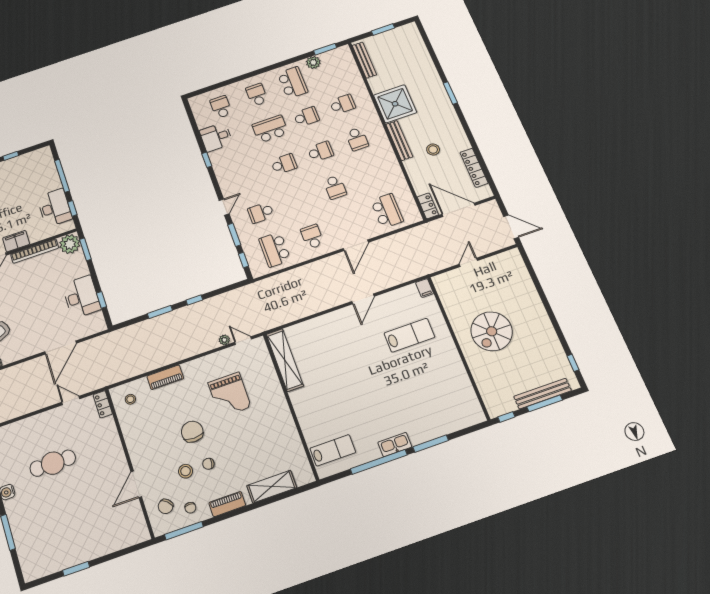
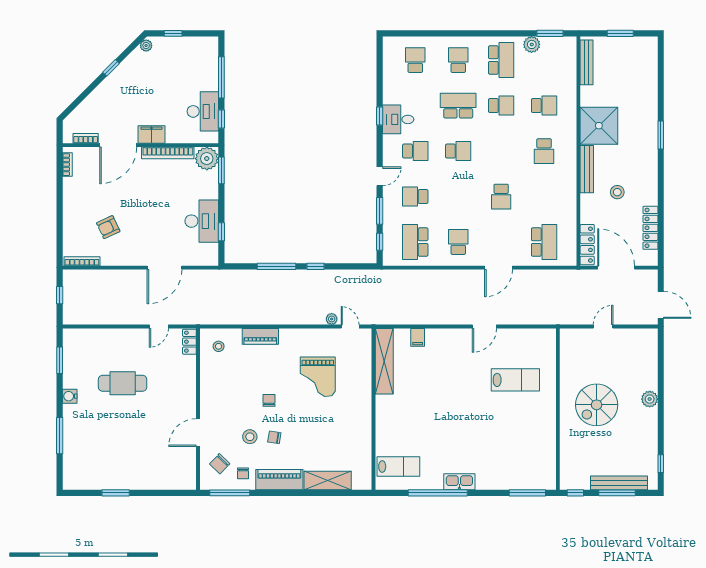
desk: (216, 137) -> (398, 119), moved
school desk: (320, 152) -> (415, 151), moved
locker: (428, 206) -> (587, 245), width x1.53
filing cabinet: (425, 288) -> (418, 337), moved
plant: (537, 310) -> (650, 399), added
window: (160, 312) -> (277, 266), width x1.44
door: (71, 401) -> (159, 327), swing flipped
chair: (192, 432) -> (269, 400), width x0.54, depth x0.54
window: (431, 444) -> (527, 493), moved
piano: (227, 504) -> (279, 480), width x1.37, depth x1.33

